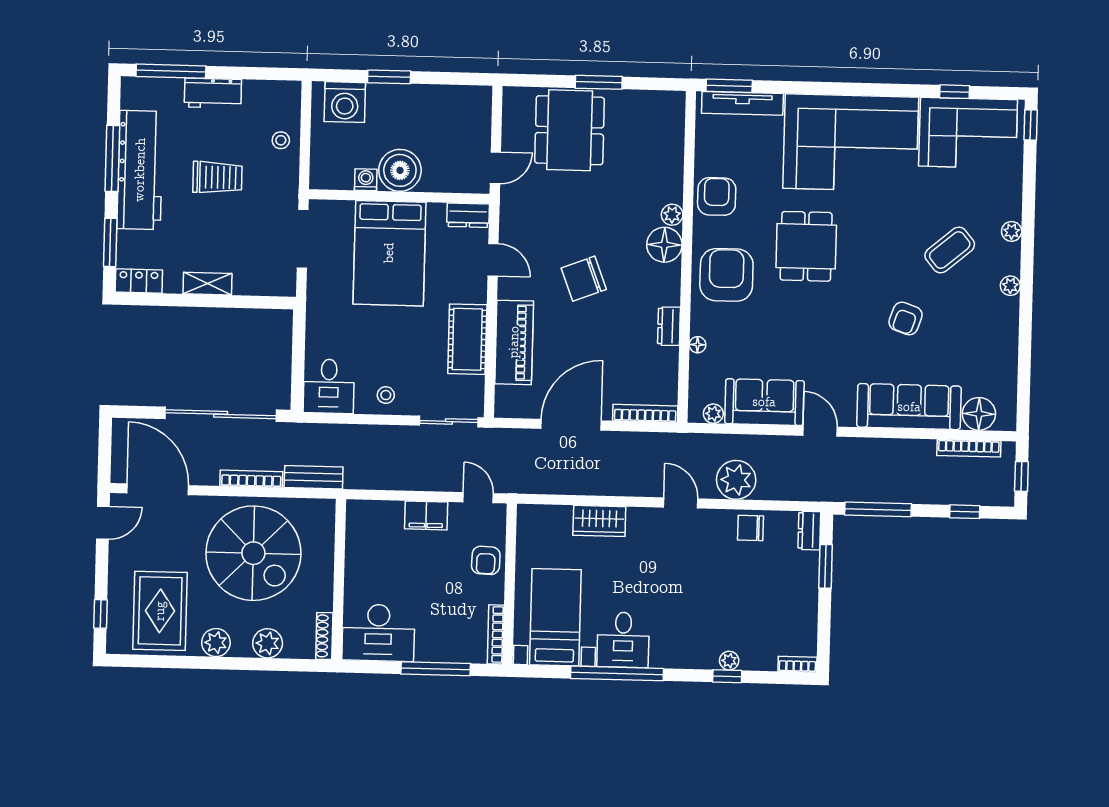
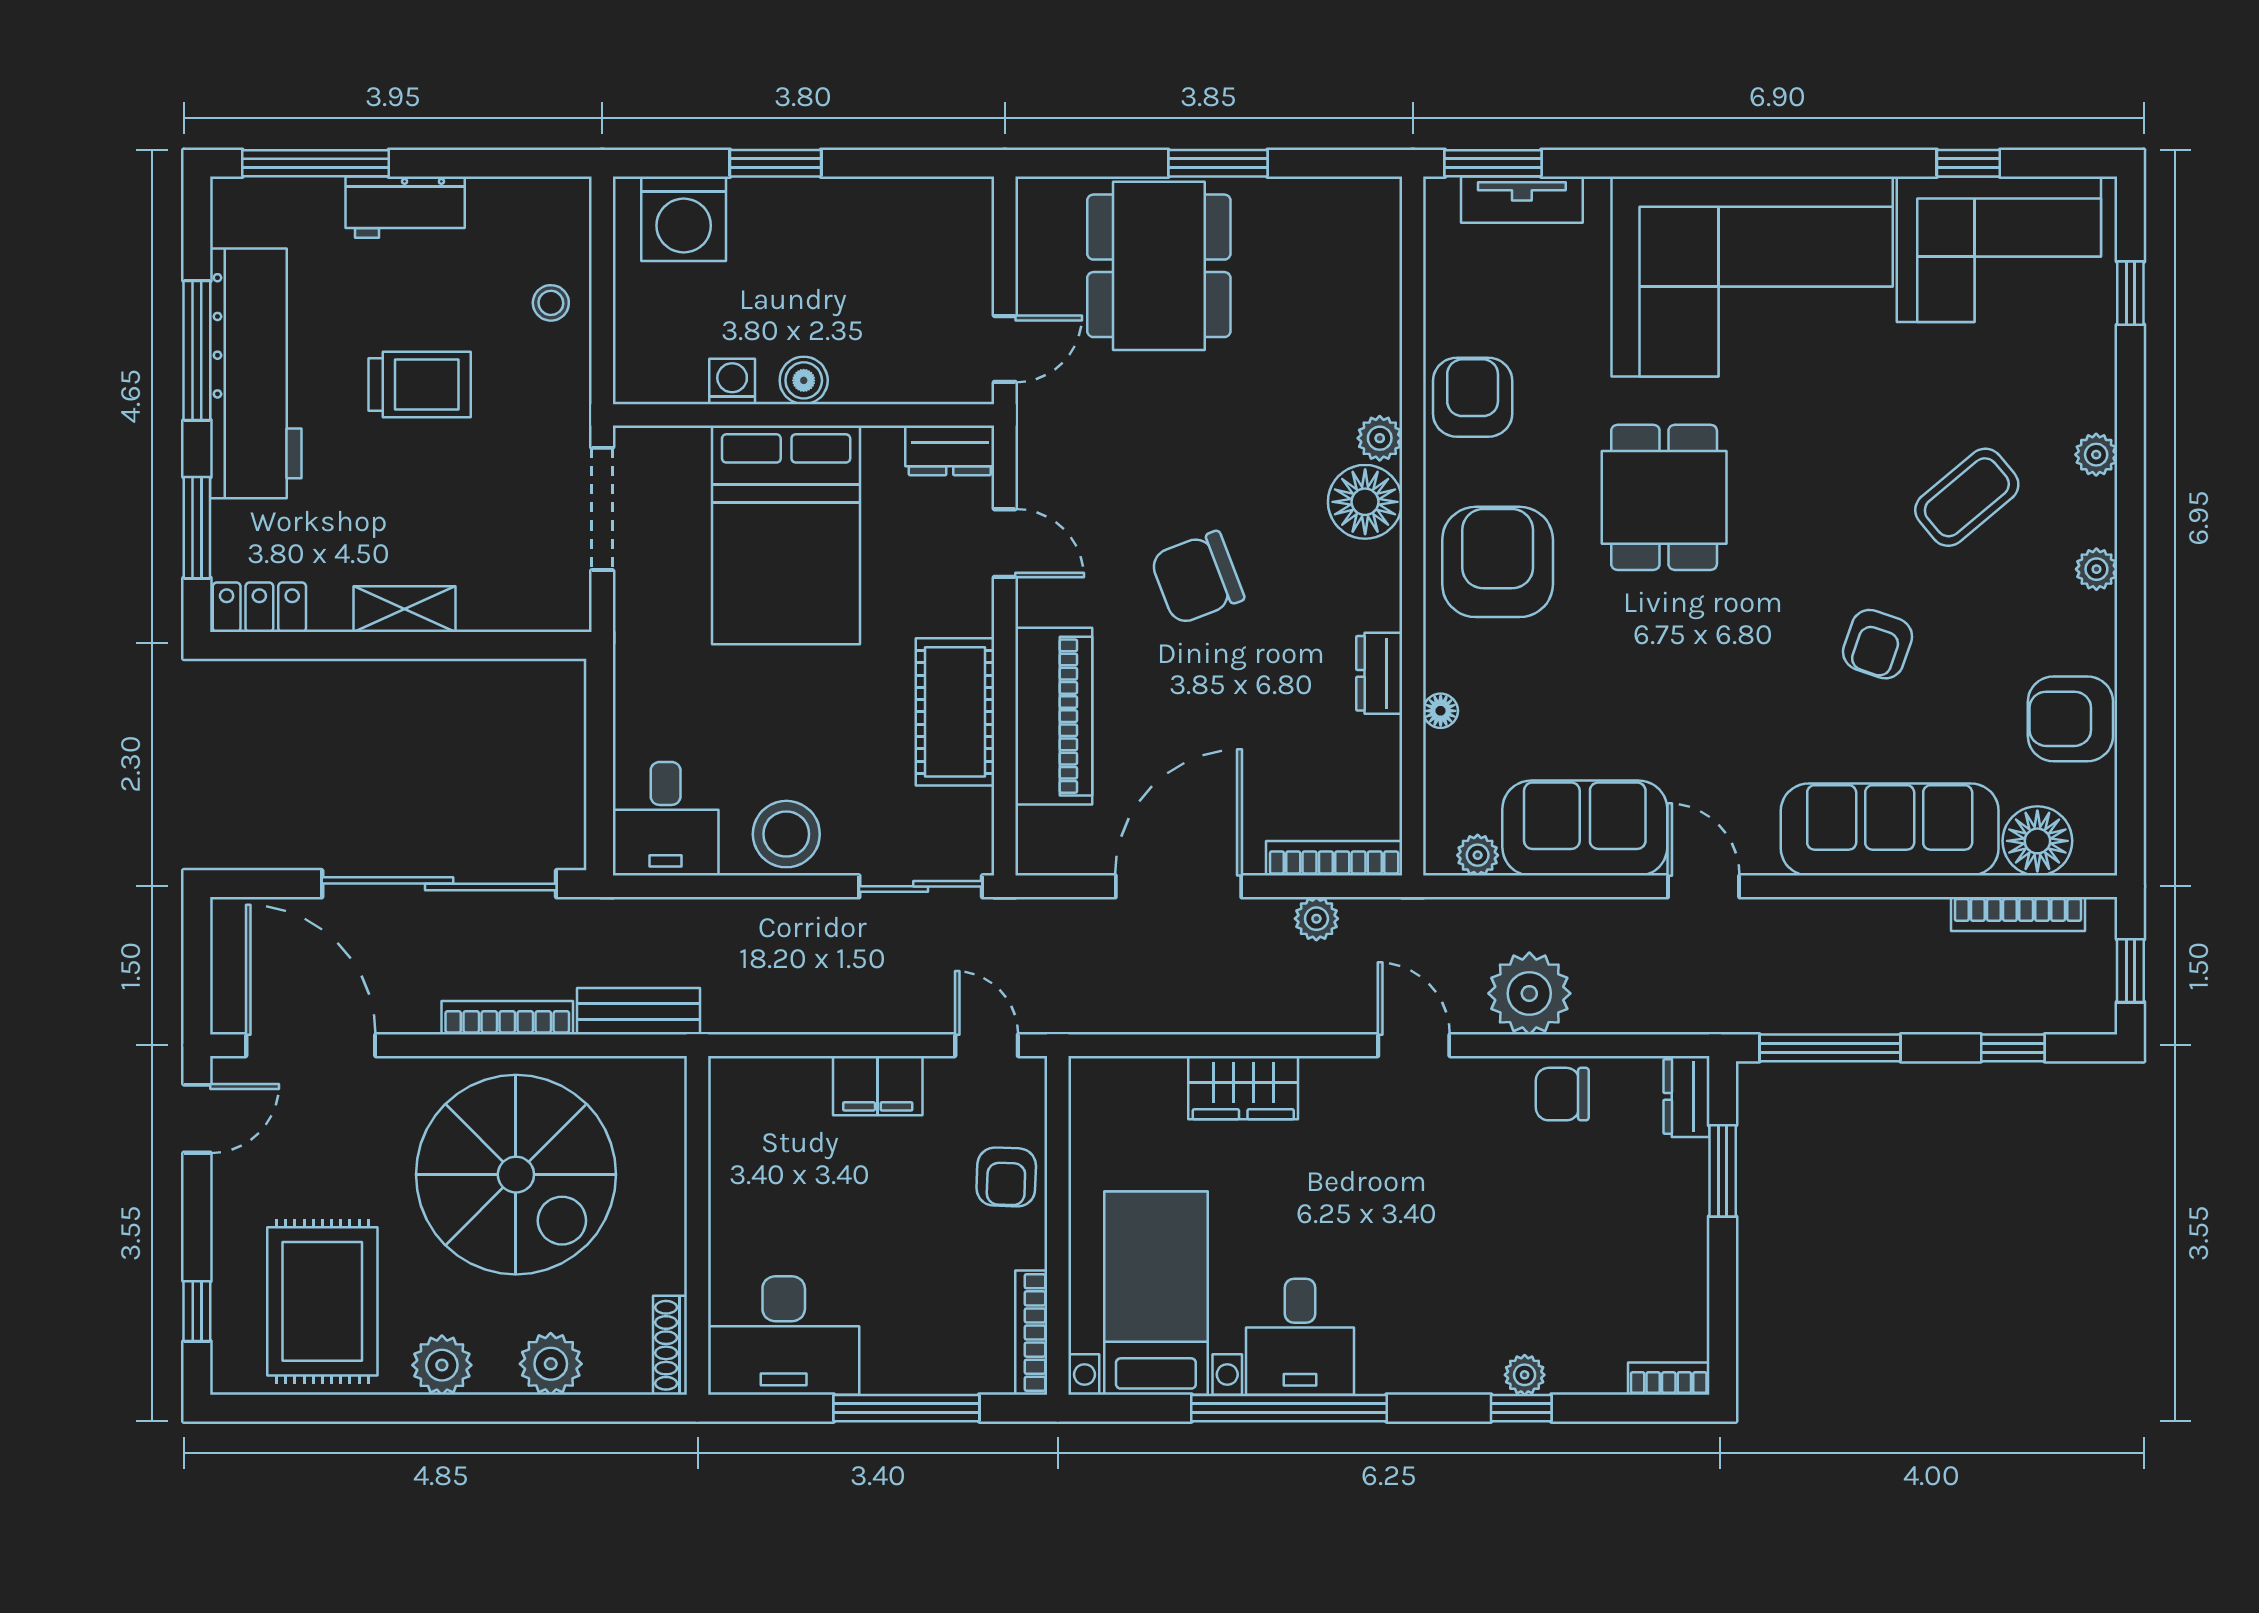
tv unit: (742, 103) -> (1522, 200), width x0.71
window: (1031, 125) -> (2130, 293), moved
boiler: (400, 170) -> (804, 380), width x0.54, depth x0.54
armchair: (996, 356) -> (2070, 719), added
stool: (386, 395) -> (786, 834), width x1.89, depth x1.89
plant: (636, 442) -> (1316, 919), added

